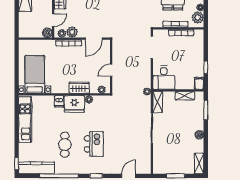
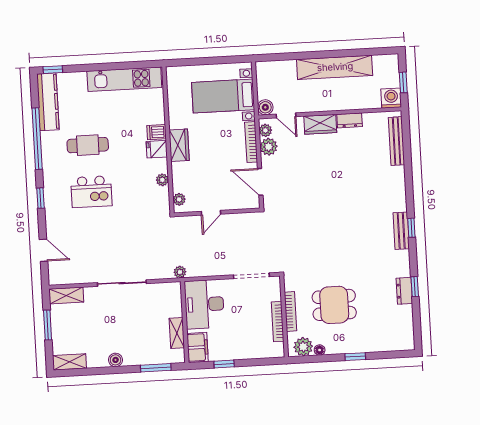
door: (111, 70) -> (211, 213), swing flipped
bed with nightstands: (35, 74) -> (223, 96), moved, turned 180
desk: (164, 78) -> (204, 304), width x1.37
filing cabinet: (199, 83) -> (198, 347), width x2.00
wardrobe: (79, 88) -> (179, 145), moved
shelving: (158, 102) -> (66, 295), moved
fridge: (74, 104) -> (157, 149), width x0.53, depth x0.75

